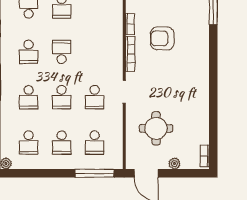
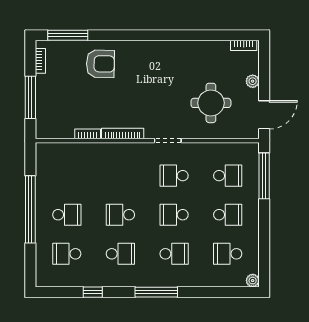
armchair: (162, 38) -> (100, 64), moved, turned -89
school desk: (62, 97) -> (174, 215), turned 180
school desk: (95, 97) -> (174, 176), turned 180
school desk: (29, 143) -> (228, 254), turned 180

